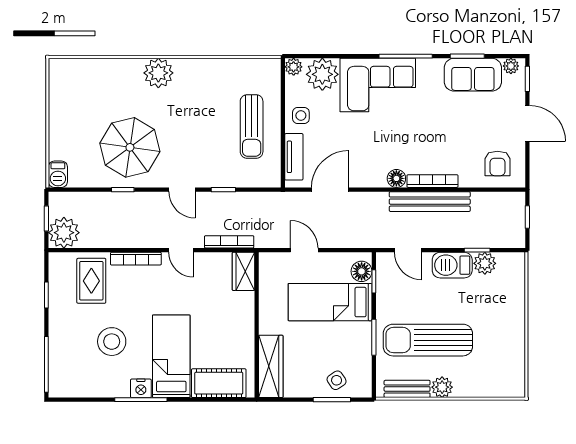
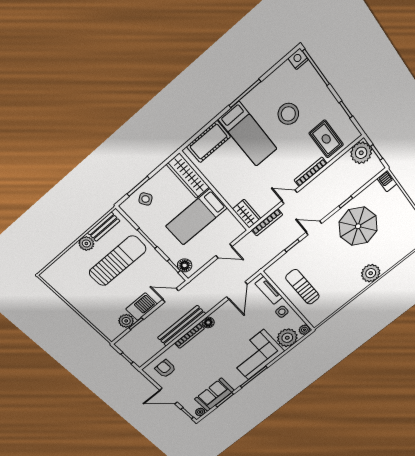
bed: (330, 302) -> (197, 217), moved, turned 180
nightstand: (141, 388) -> (298, 59), moved

